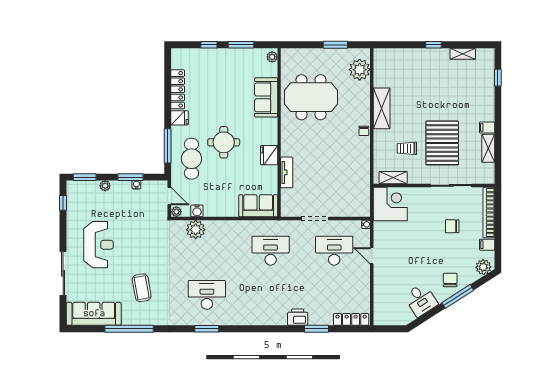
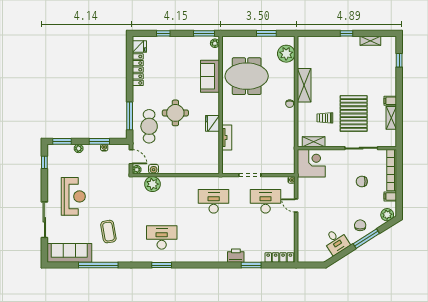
window: (241, 45) -> (204, 33), moved
fridge: (179, 118) -> (139, 46), moved
sofa: (258, 206) -> (204, 165), removed

